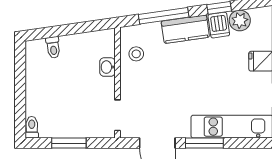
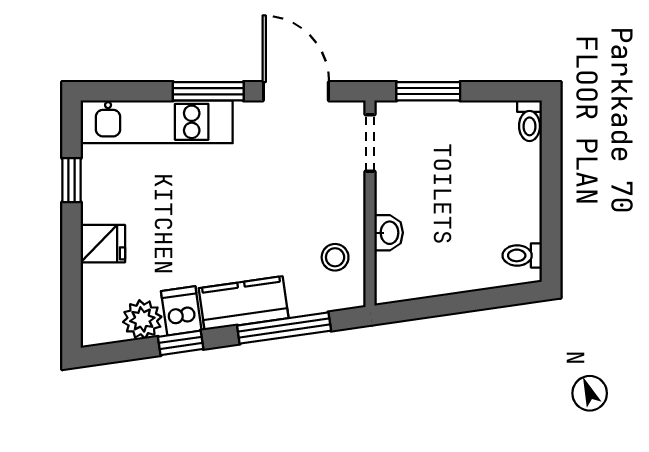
toilet: (53, 47) -> (522, 255), moved, turned -82
window: (69, 143) -> (428, 91), moved

